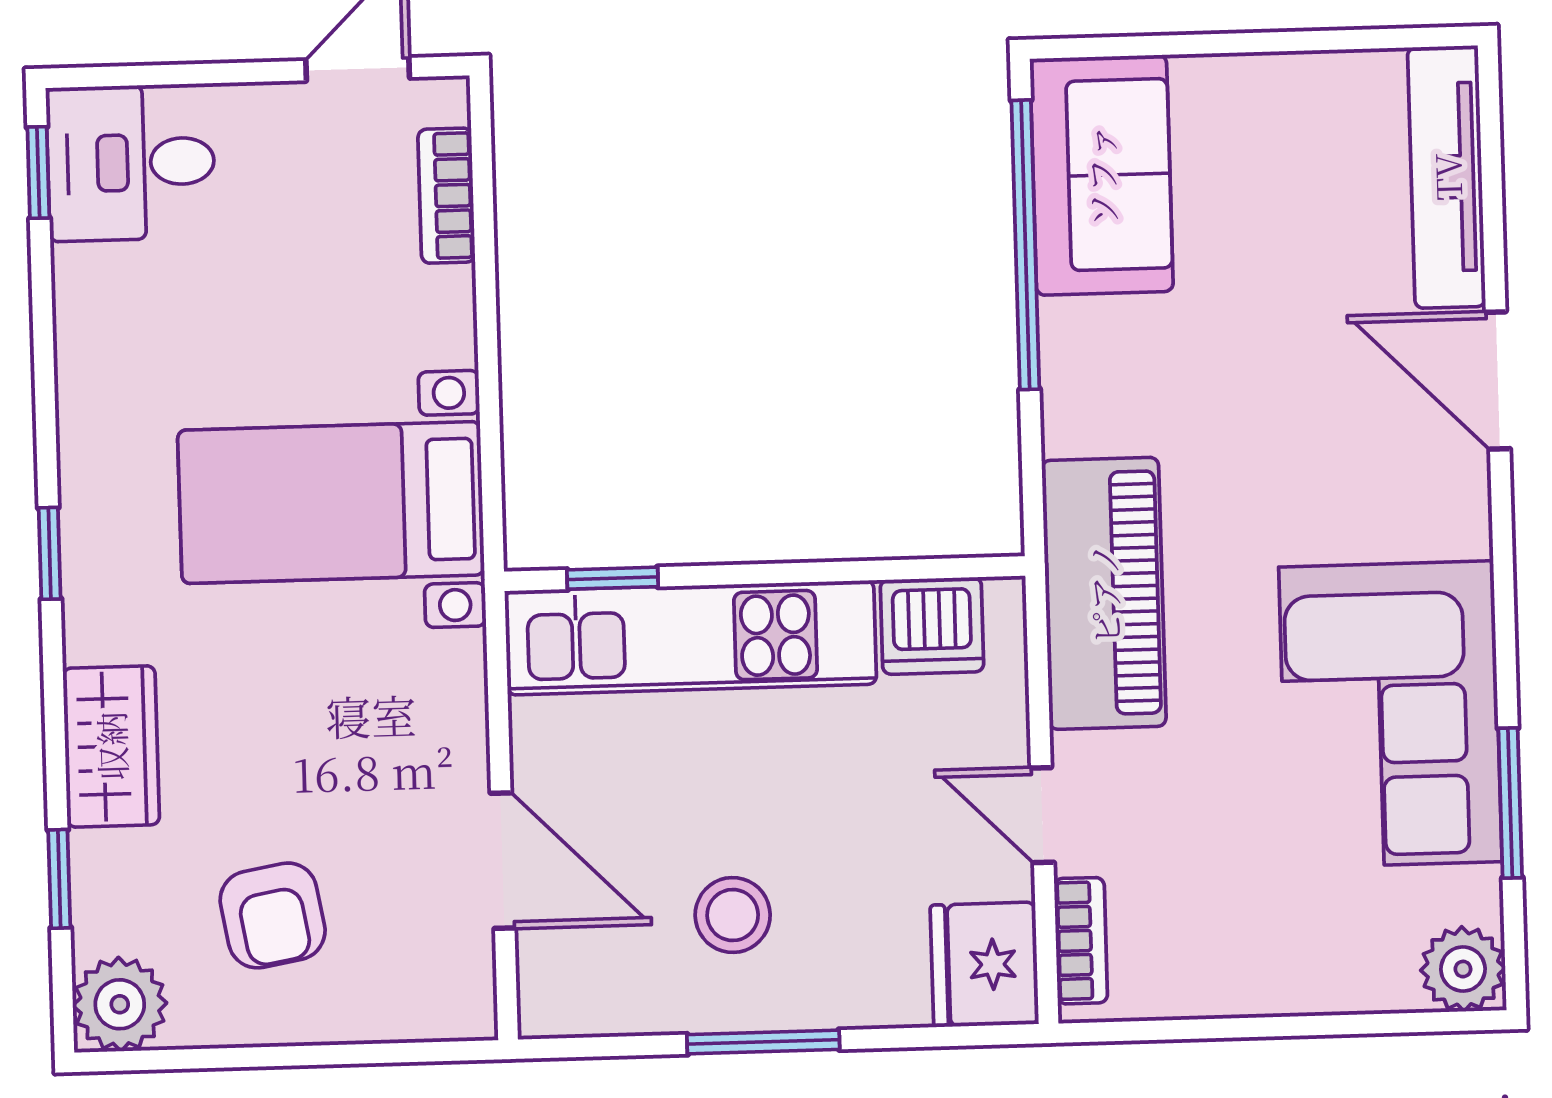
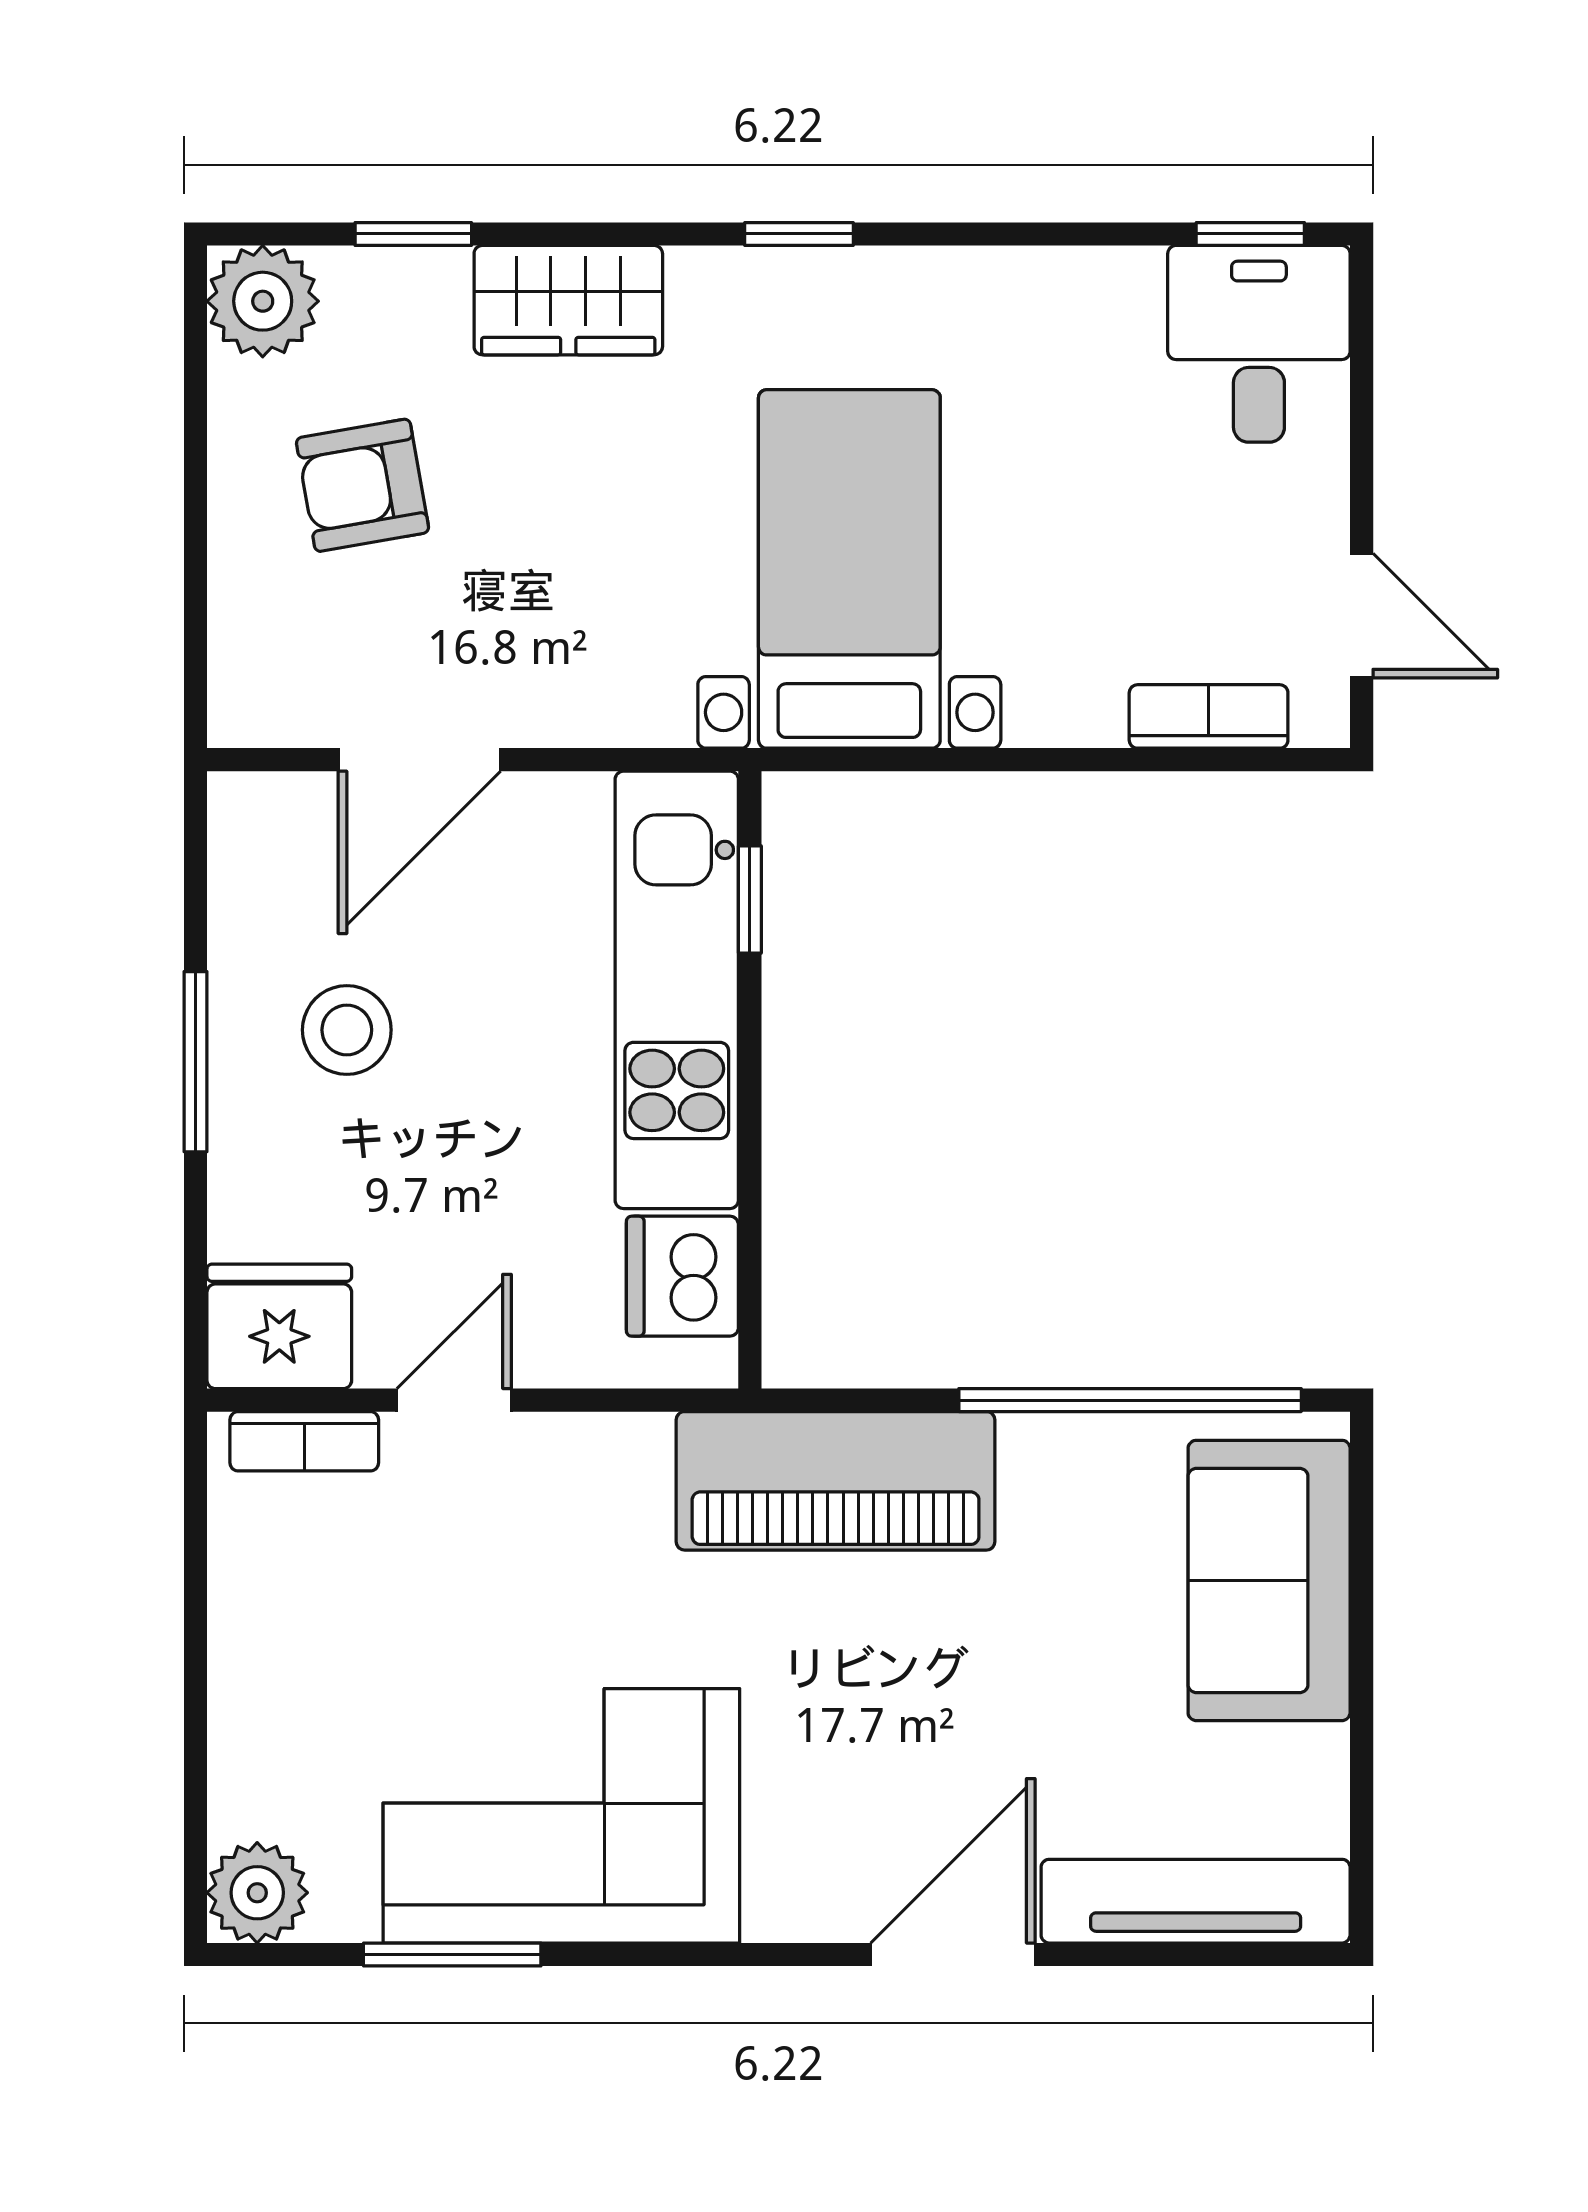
sofa: (1101, 175) -> (1269, 1580), moved, turned 90
piano: (1104, 593) -> (836, 1481), moved

